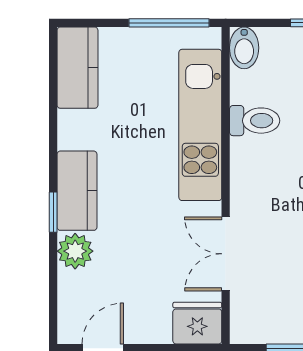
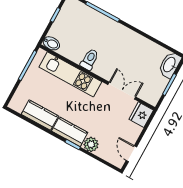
kitchen counter: (77, 68) -> (40, 115), moved
toilet: (255, 121) -> (90, 59), moved
double door: (226, 254) -> (122, 91), swing flipped

